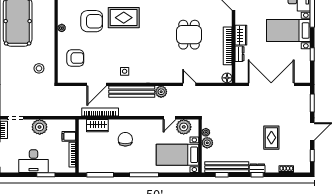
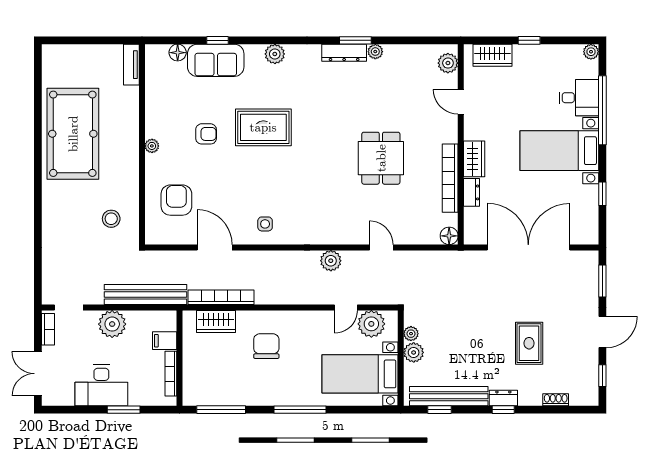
armchair: (92, 21) -> (206, 134), width x0.53, depth x0.53
armchair: (75, 58) -> (176, 200), turned -90
door: (97, 84) -> (215, 248), swing flipped
bench: (132, 92) -> (146, 294), moved

